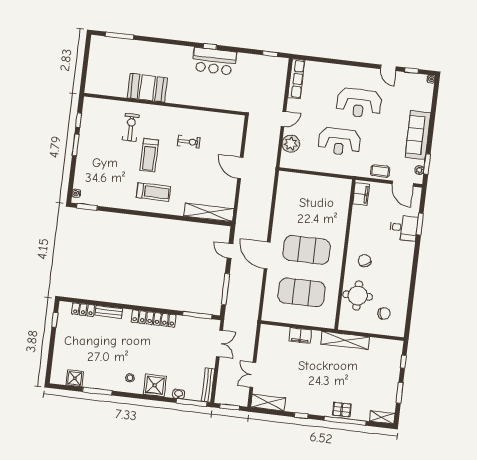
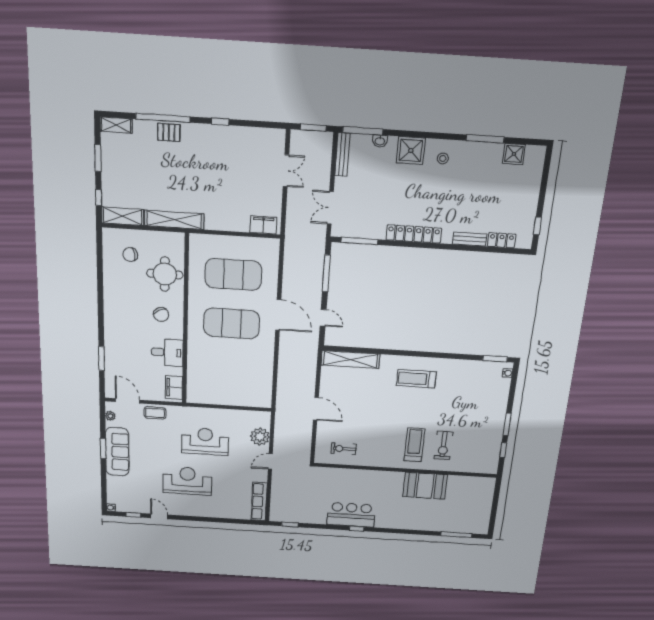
exercise bike: (189, 142) -> (344, 449), moved
treadmill: (149, 155) -> (414, 445), moved
window: (427, 164) -> (103, 448), moved
desk: (404, 228) -> (167, 352), moved, turned 180
filing cabinet: (300, 336) -> (263, 225), moved
shelving: (268, 403) -> (123, 216), moved

